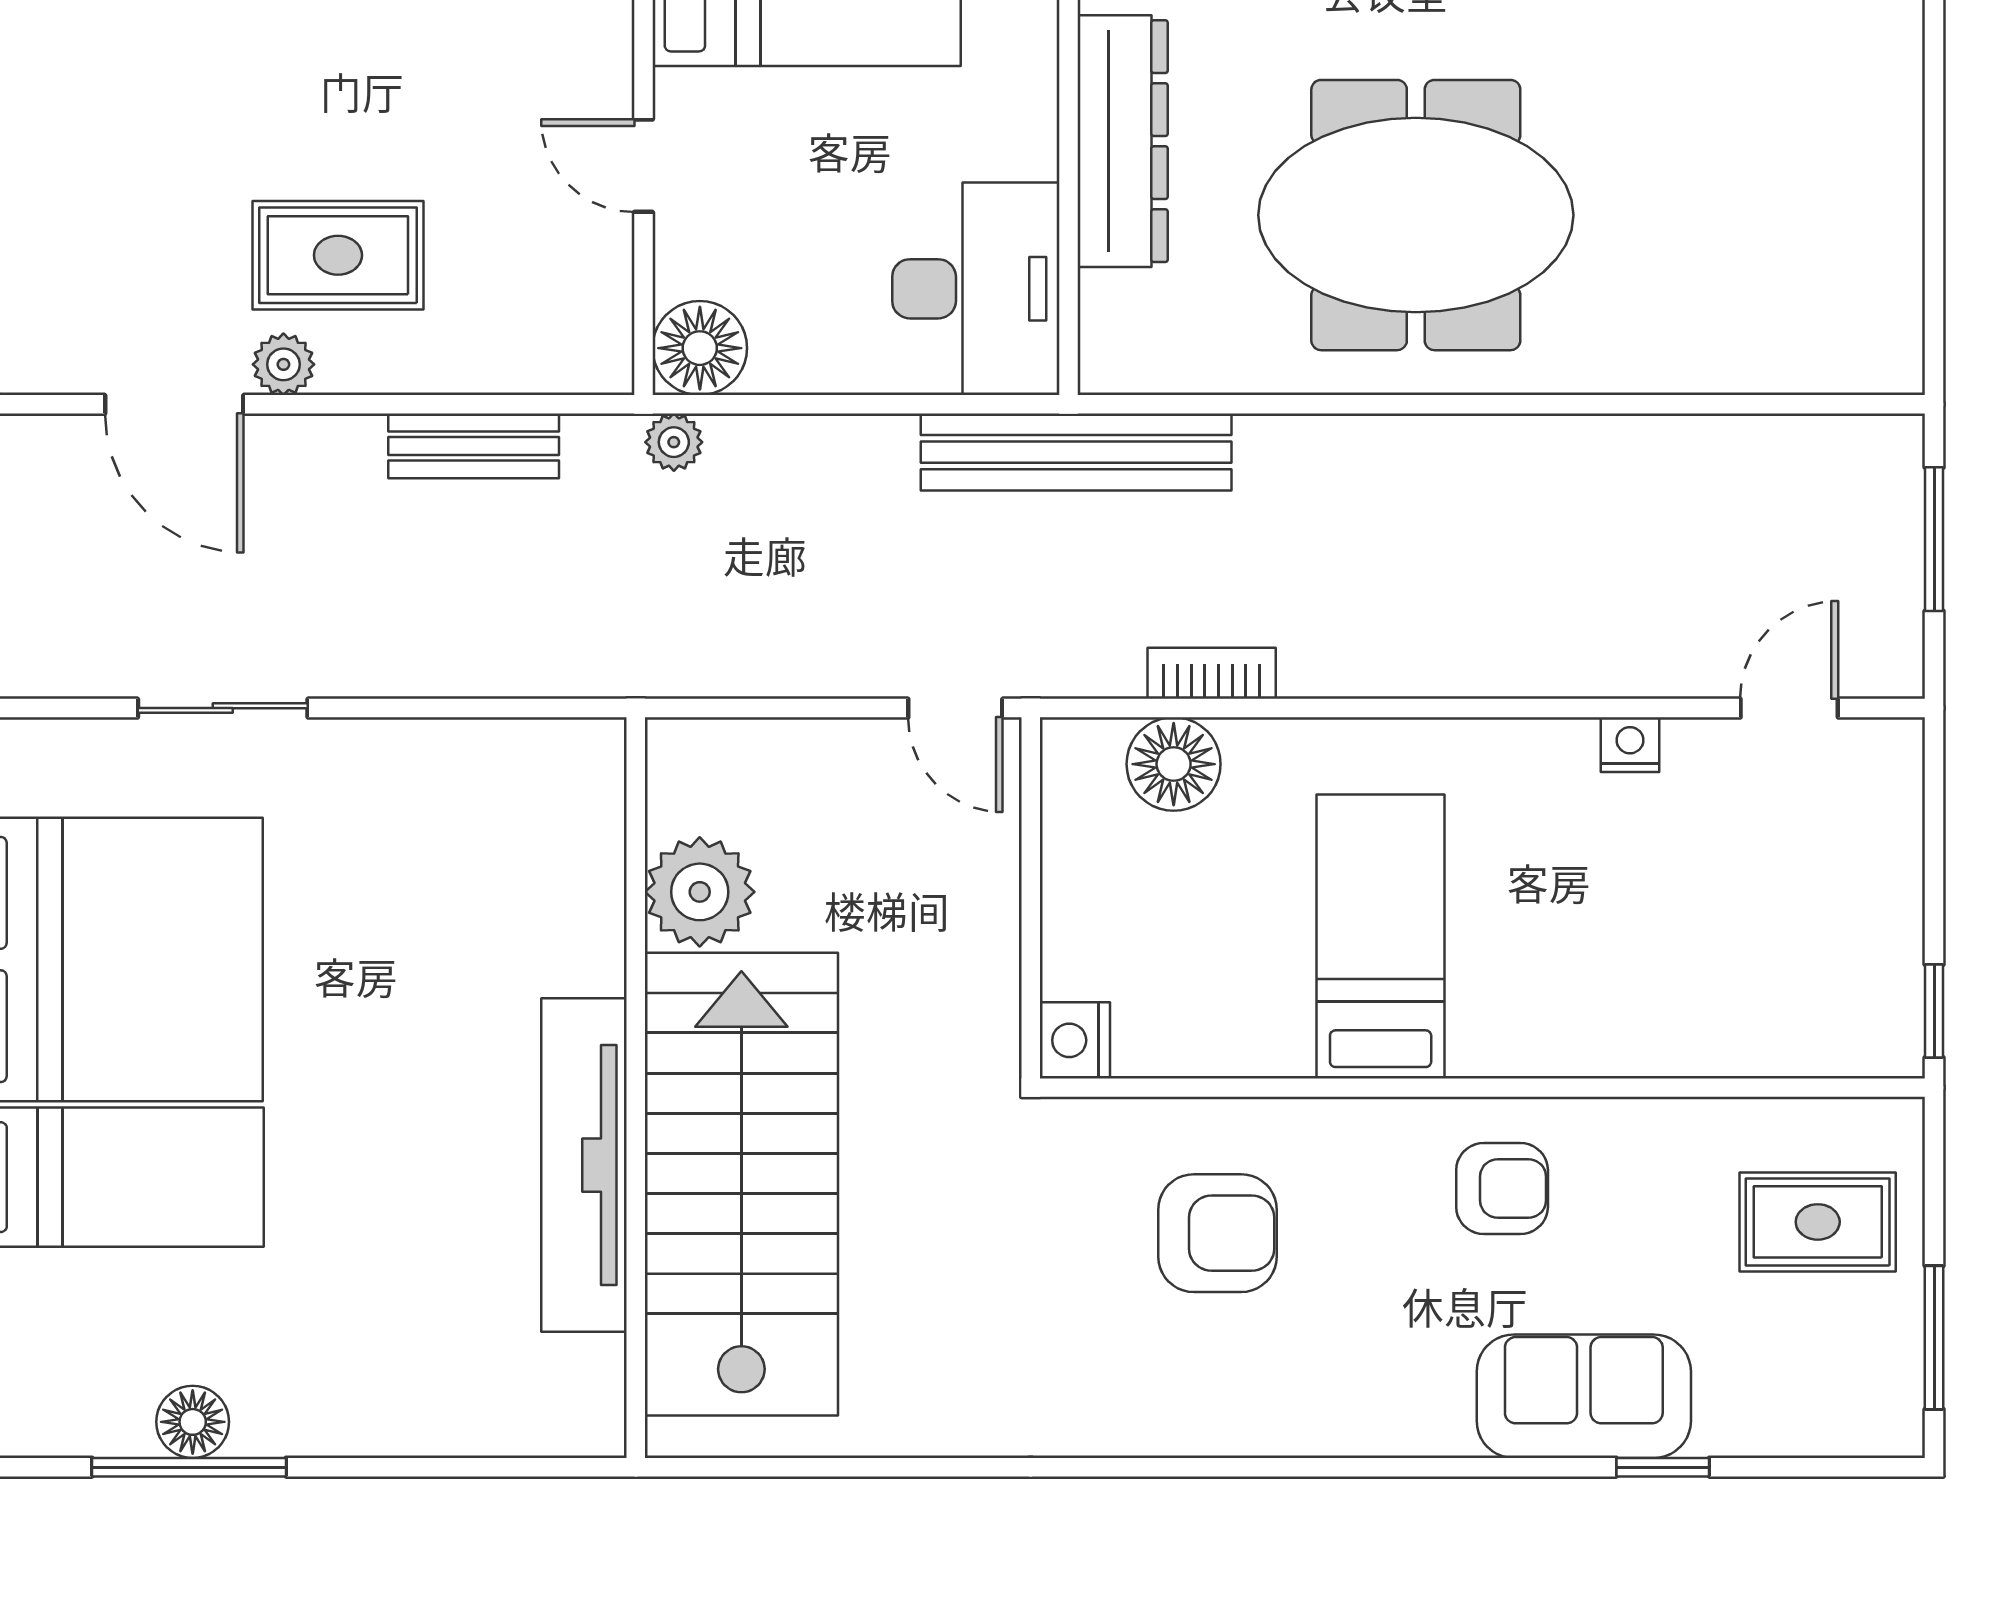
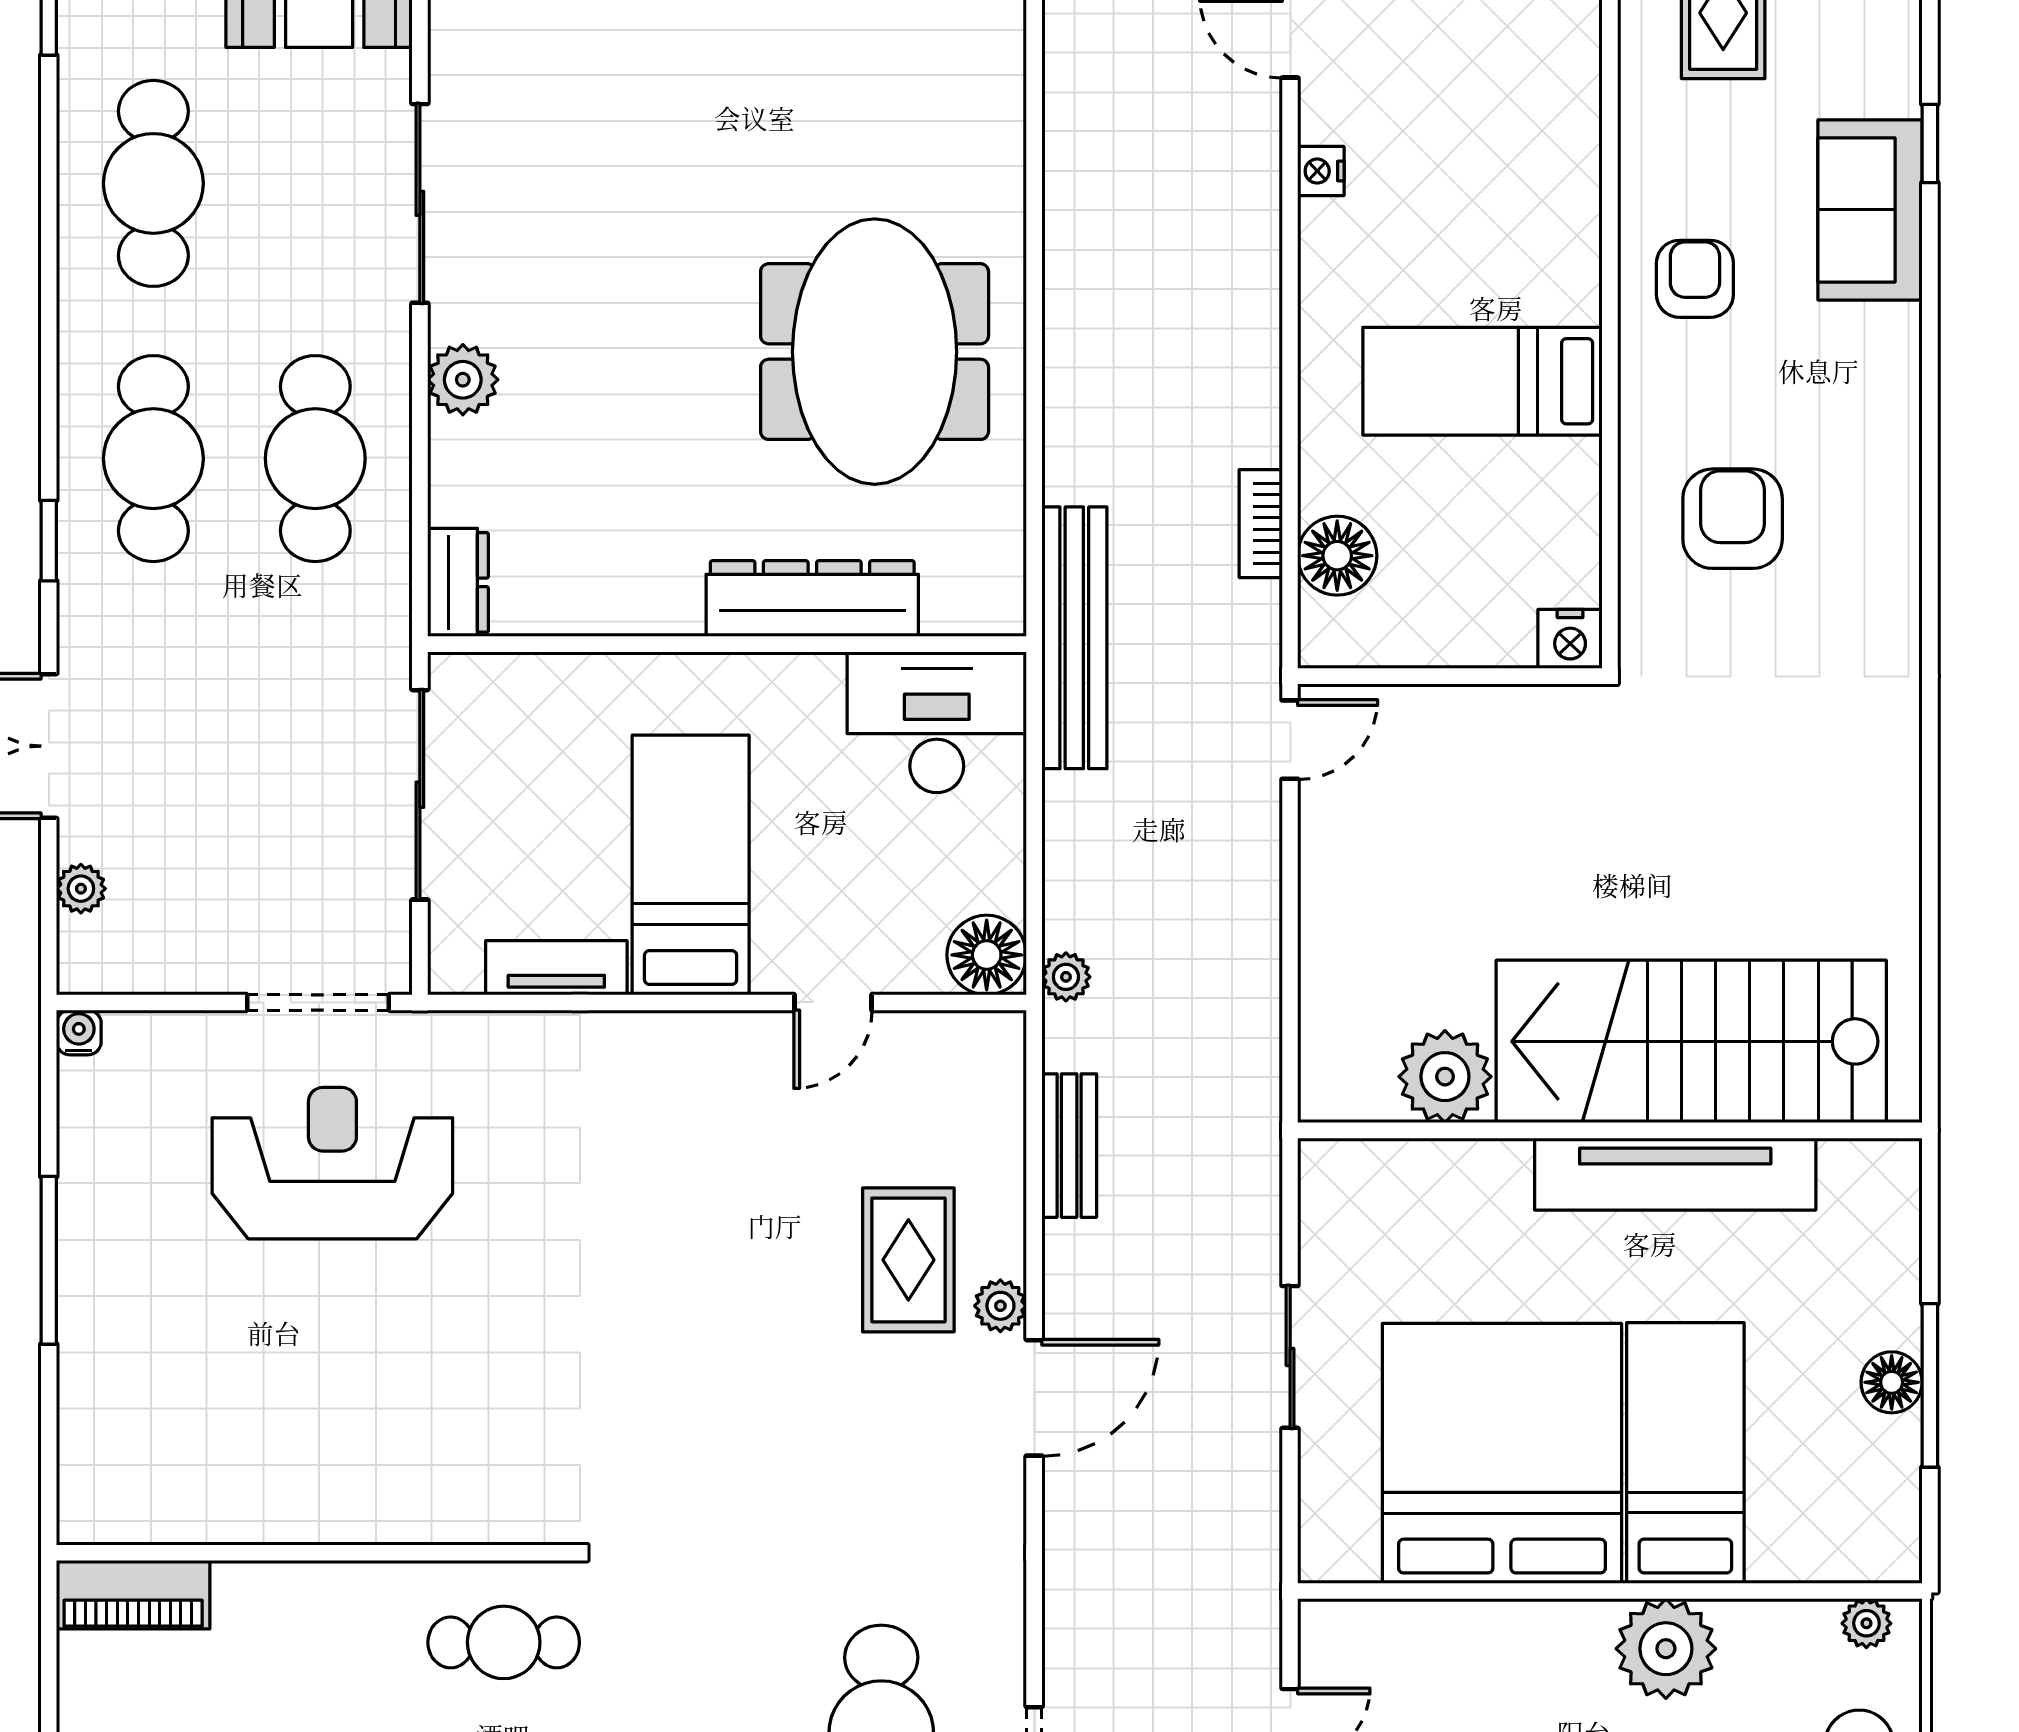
plant: (700, 892) -> (1445, 1077), moved
wall: (636, 1088) -> (1610, 1130), moved
tv unit: (584, 1165) -> (1675, 1174), moved
stairs: (741, 1184) -> (1691, 1041), moved

